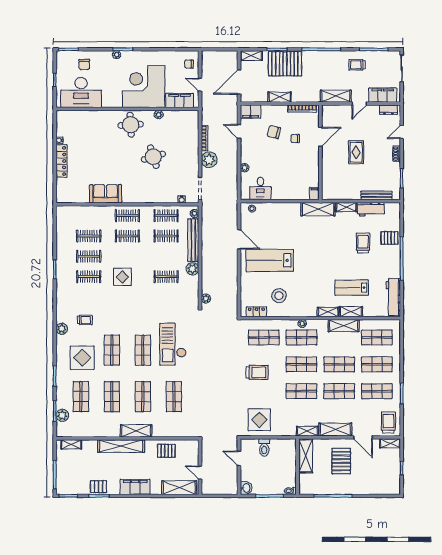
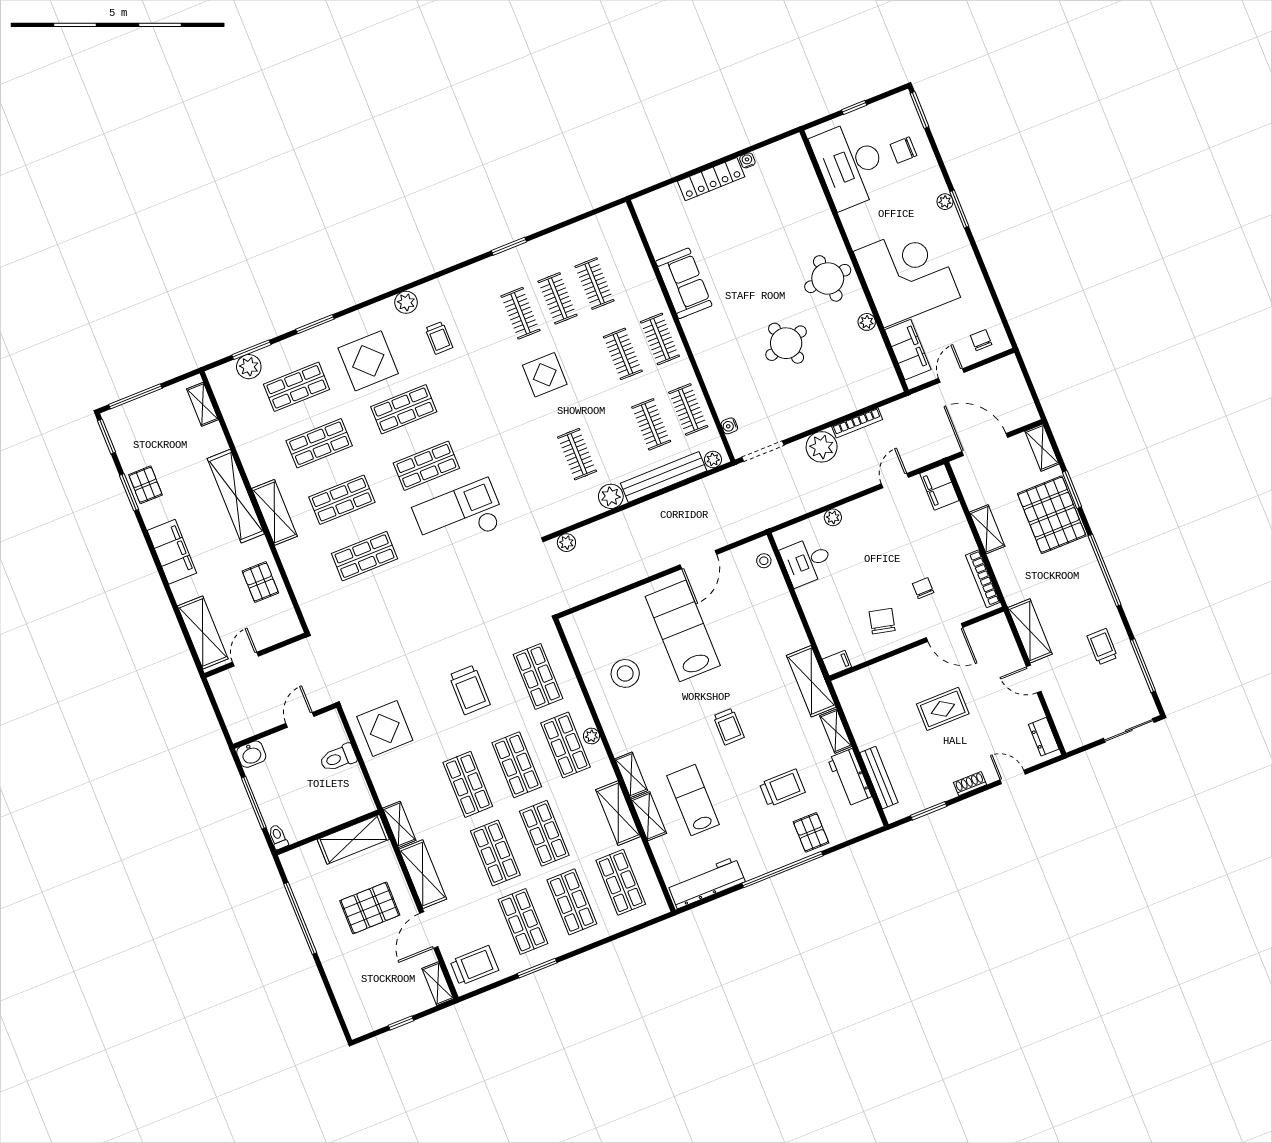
filing cabinet: (383, 95) -> (1066, 716), removed
chair: (274, 132) -> (882, 621), moved
trolley: (324, 257) -> (729, 727), added
locker: (256, 312) -> (579, 644), removed

